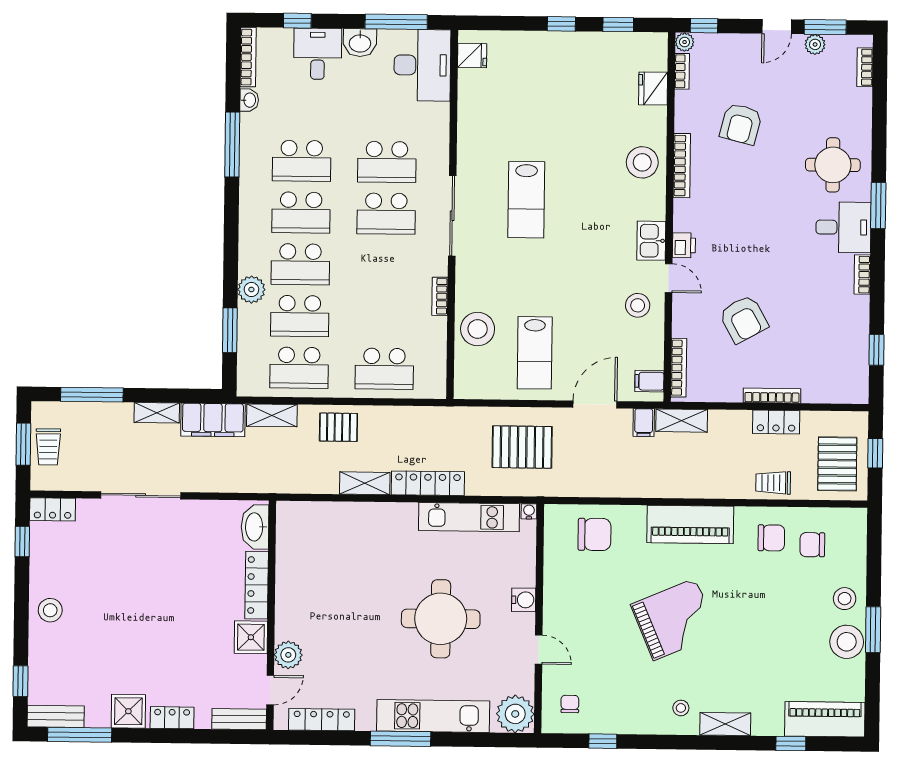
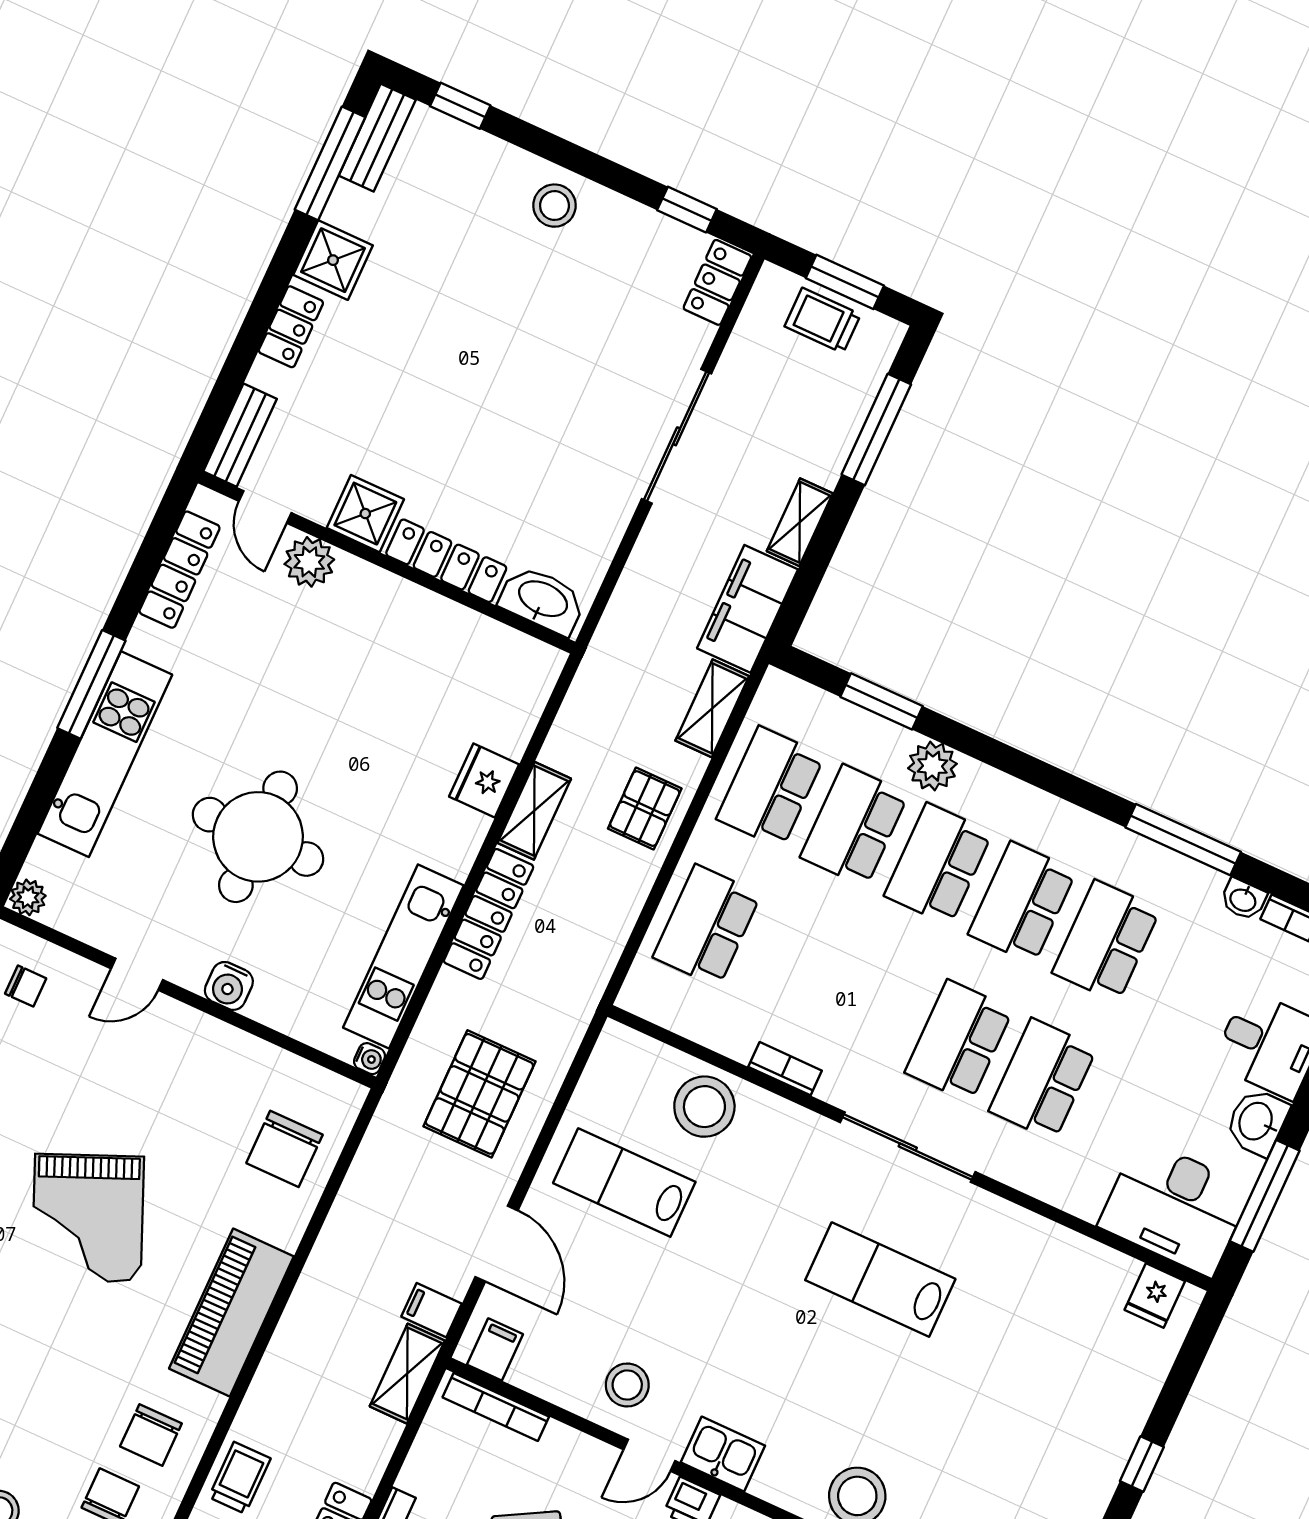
fridge: (361, 516) -> (484, 780), added
plant: (515, 714) -> (28, 897), width x0.53, depth x0.53

